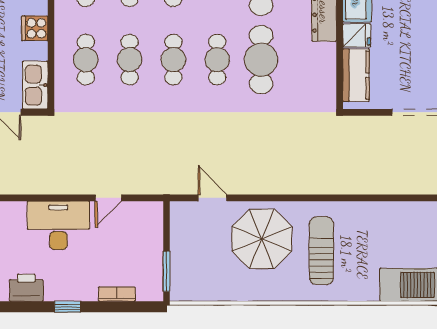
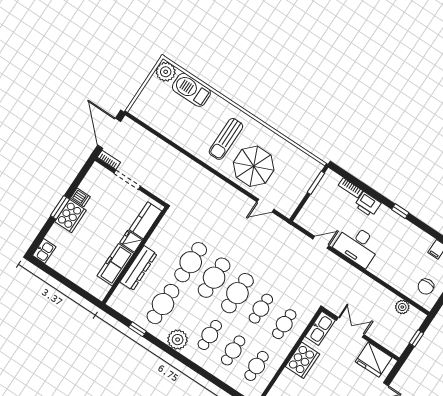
cooker: (35, 28) -> (303, 360), width x1.87, depth x1.31
cafe table: (173, 60) -> (237, 293), width x1.37, depth x1.35
cafe table: (217, 60) -> (214, 278), width x1.37, depth x1.35
door: (213, 198) -> (265, 206), hinge flipped
printer: (26, 288) -> (368, 204), moved
window: (68, 307) -> (400, 211), moved

